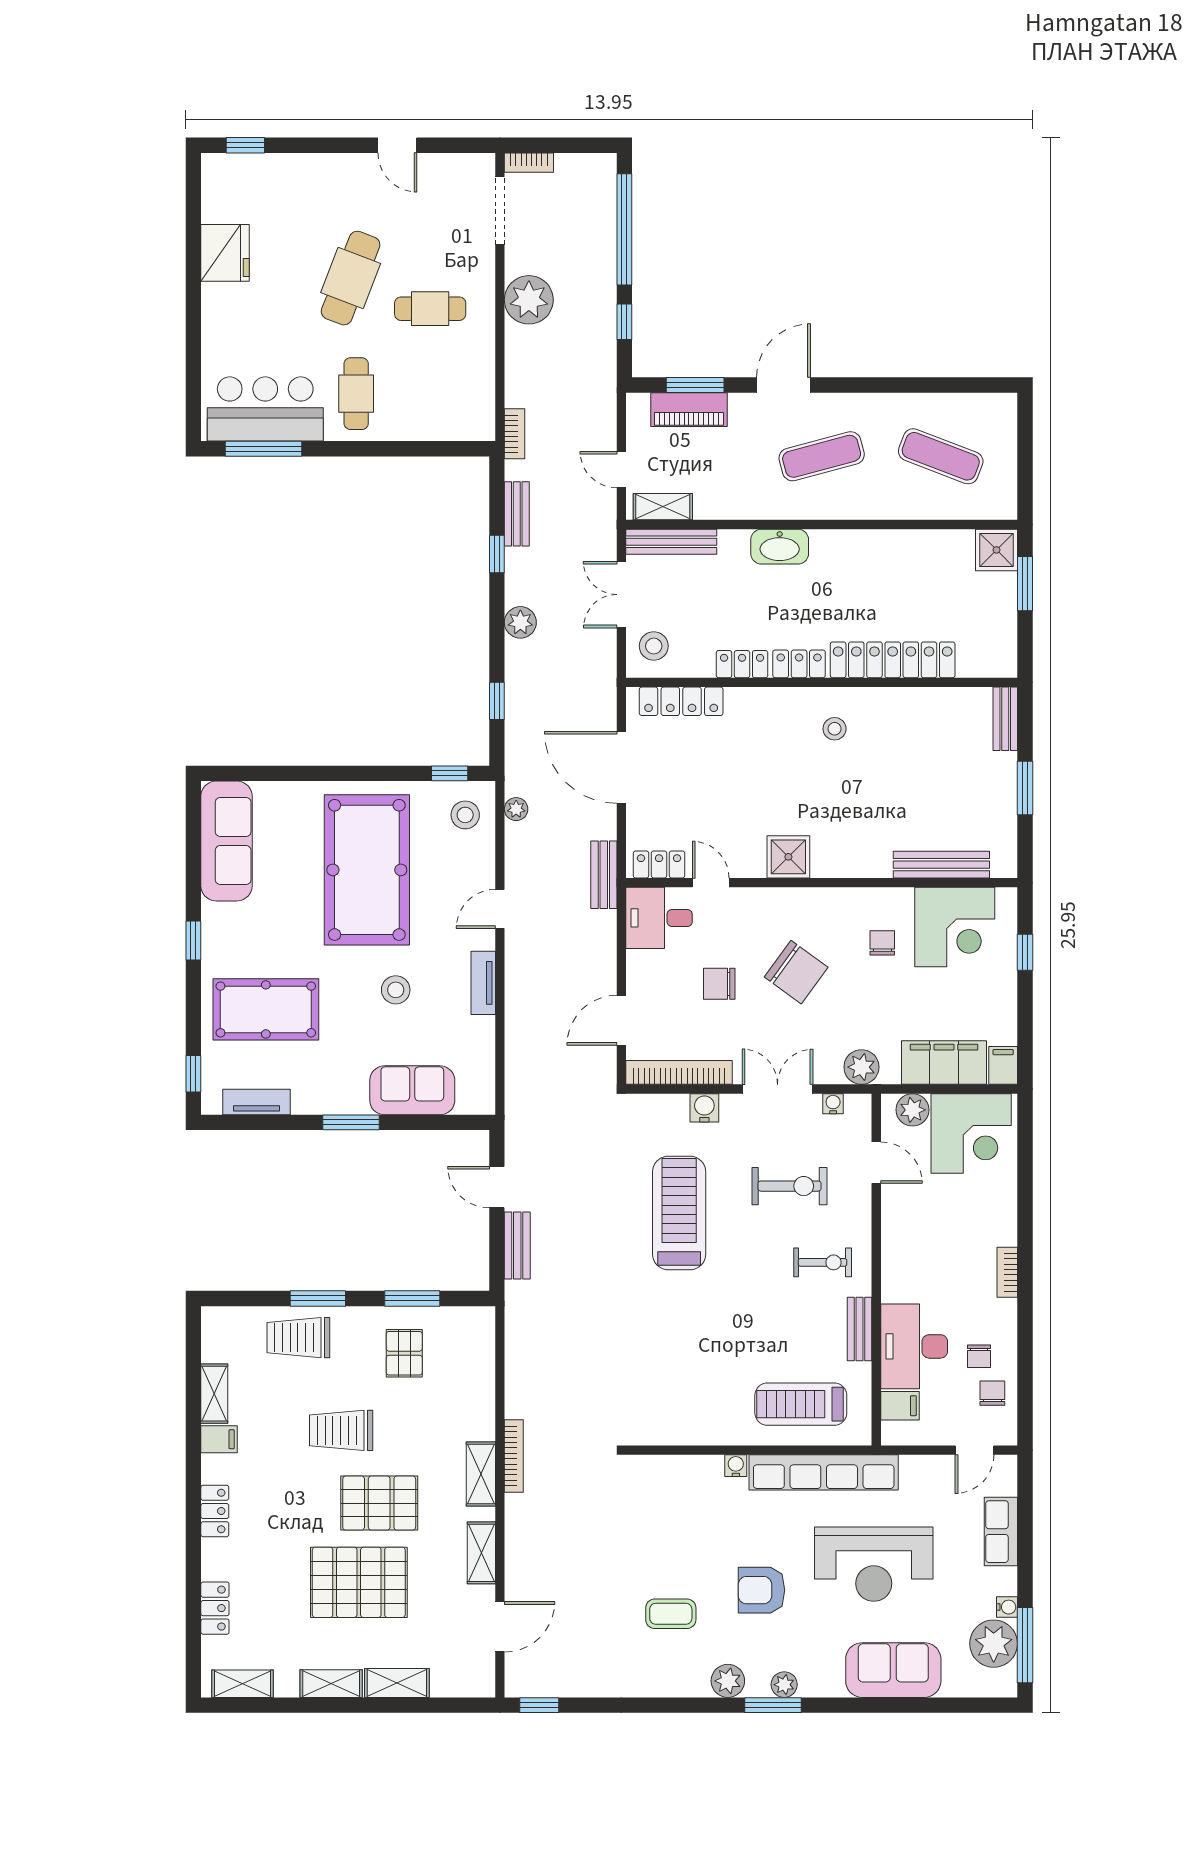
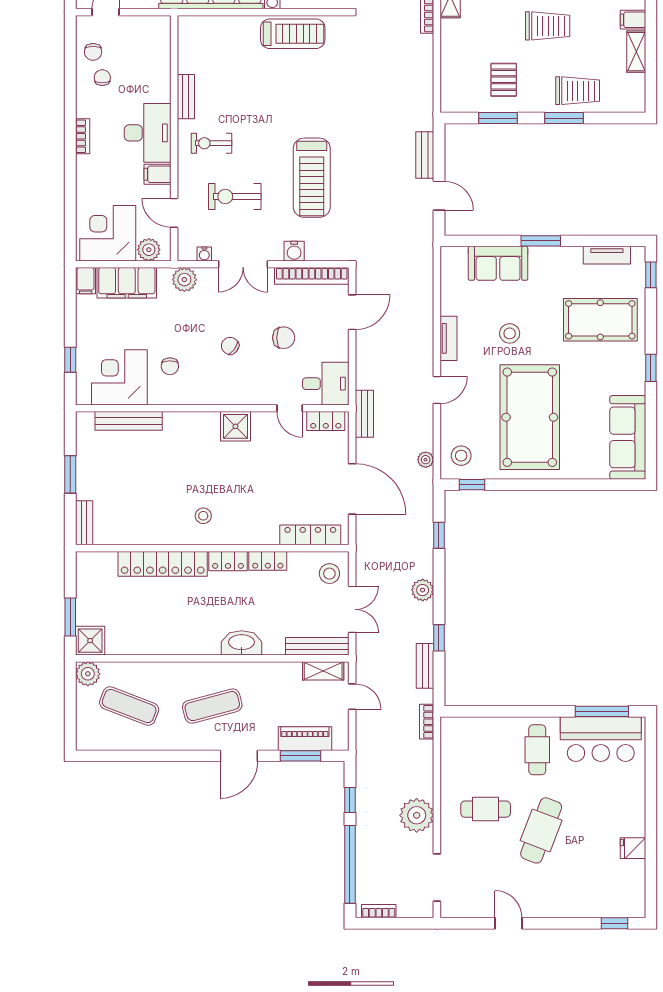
bookcase: (529, 163) -> (379, 911), moved
fridge: (225, 253) -> (633, 848), width x0.53, depth x0.75
plant: (1000, 502) -> (88, 674), added
chair: (796, 972) -> (230, 346), width x0.54, depth x0.54
desk: (914, 1346) -> (148, 133), moved
treadmill: (801, 1404) -> (293, 34), moved
filing cabinet: (900, 1406) -> (158, 174), moved

